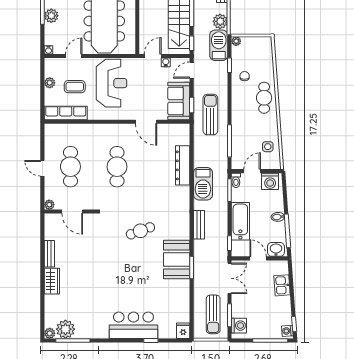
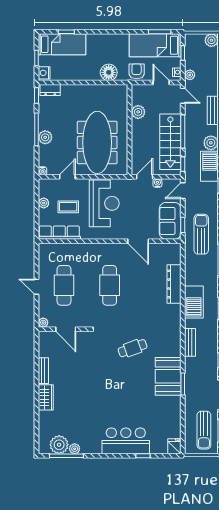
plant: (50, 333) -> (75, 449), moved

